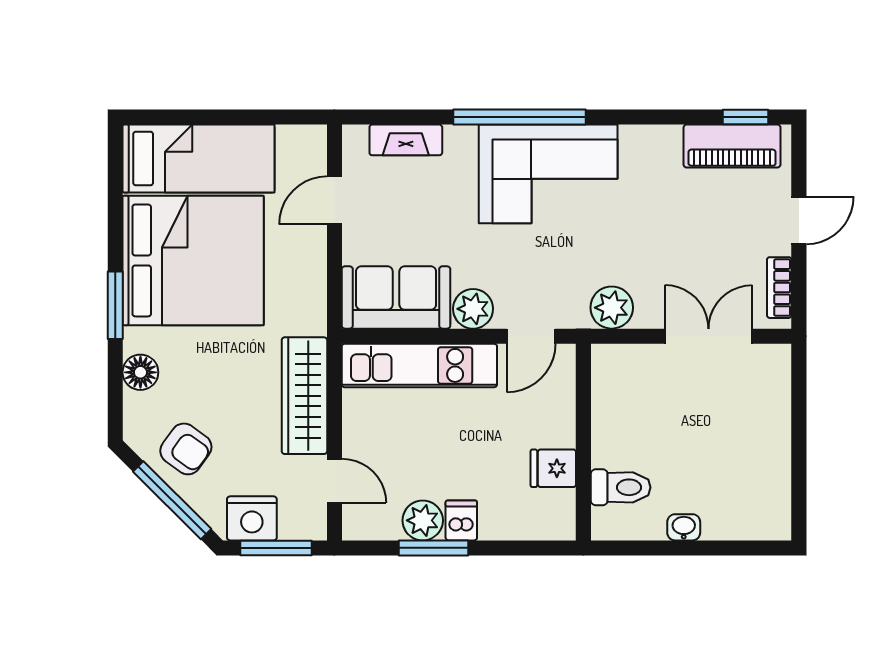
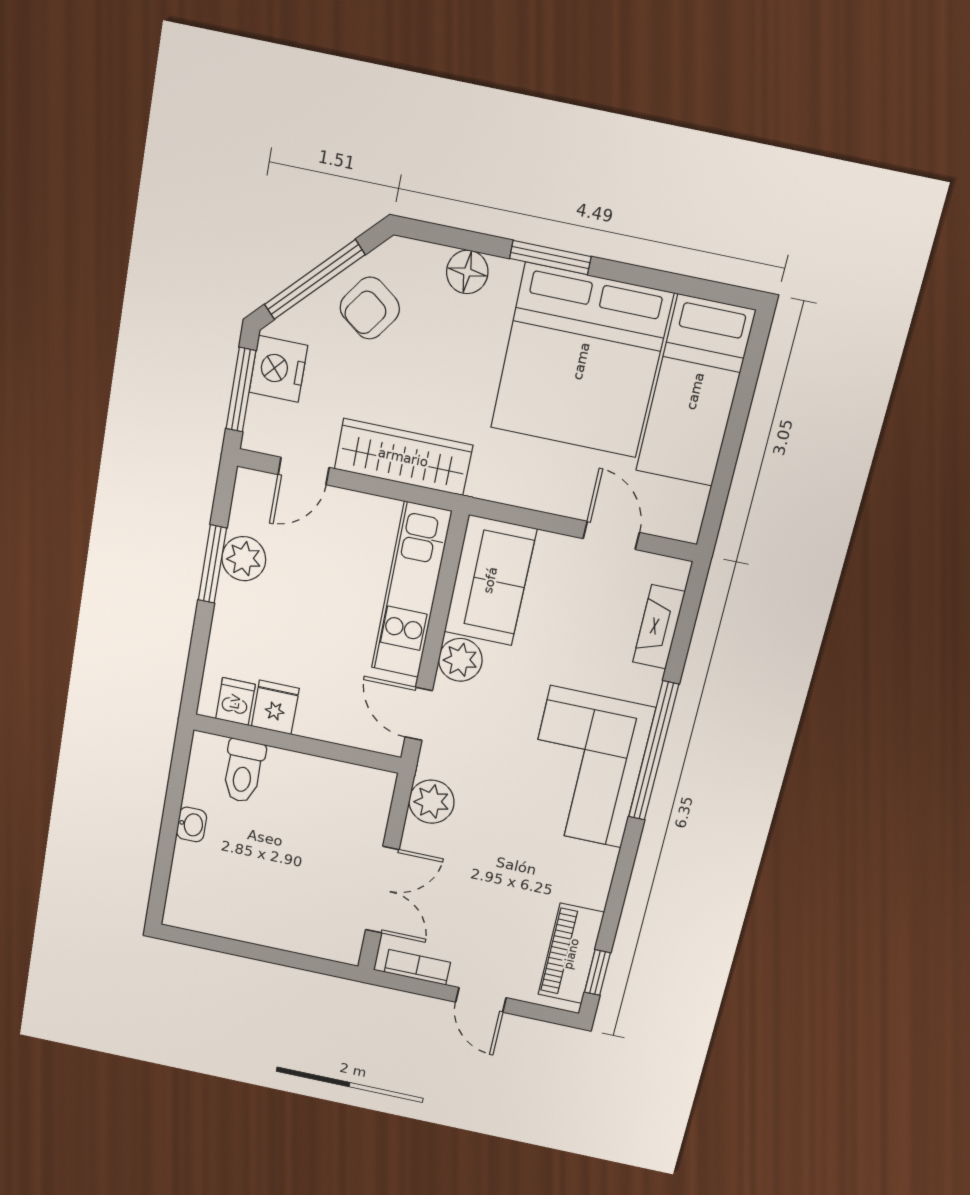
dishwasher: (461, 520) -> (235, 702), moved, turned -90

